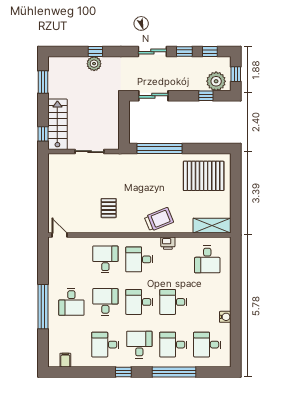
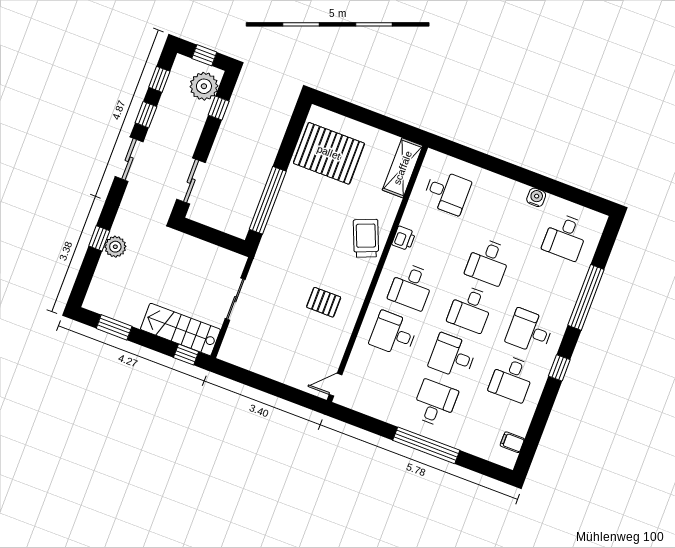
pallet: (204, 176) -> (329, 153), turned 90
desk: (71, 302) -> (435, 403), turned -90
desk: (173, 345) -> (547, 284), removed

